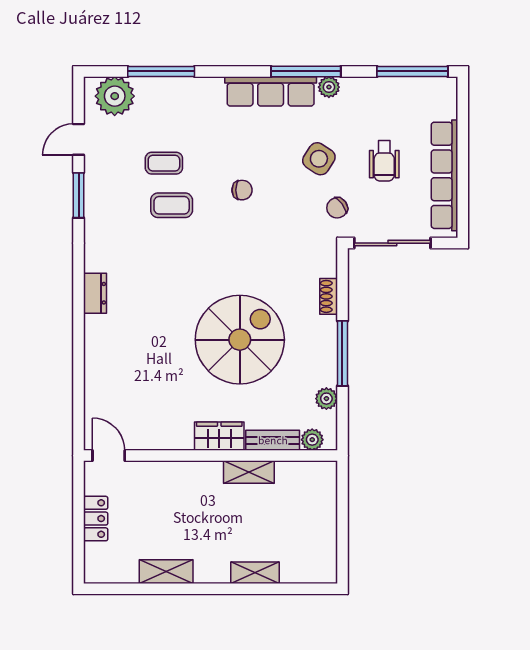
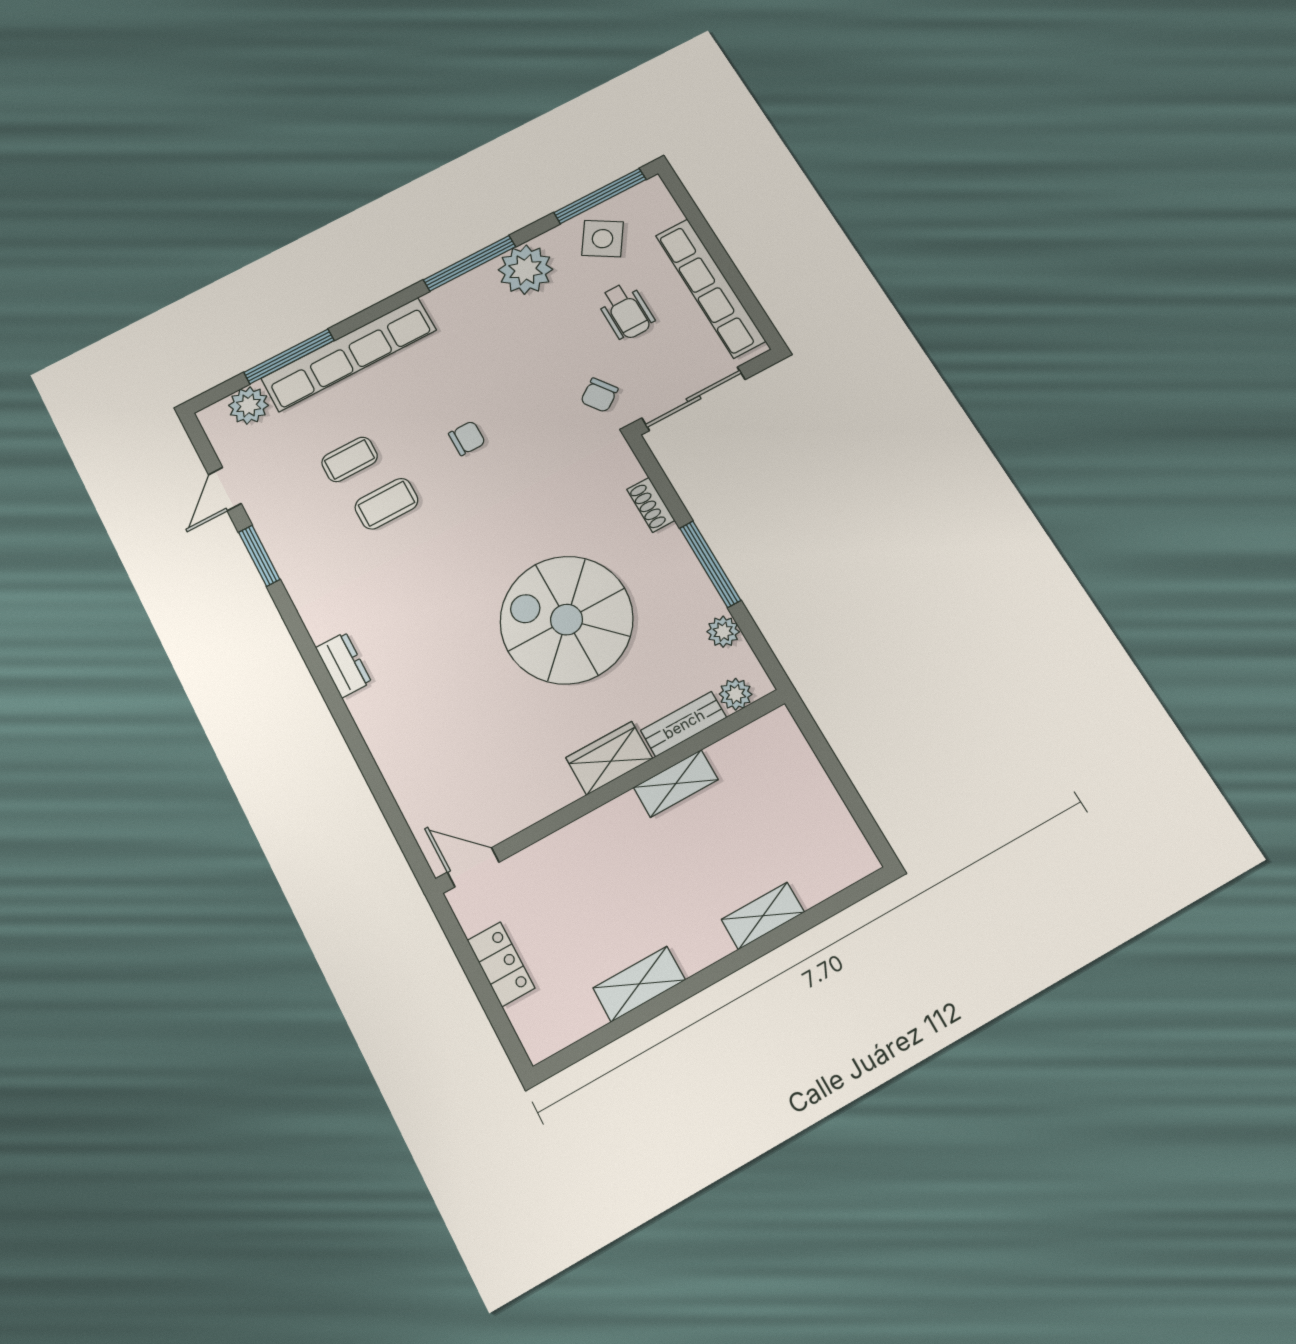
plant: (329, 87) -> (525, 270), width x1.88, depth x1.88
row of seats: (271, 91) -> (349, 354), moved, width x1.36
plant: (115, 96) -> (249, 405), width x0.73, depth x0.73
side table: (319, 159) -> (602, 239), moved
spiral stairs: (240, 340) -> (567, 620), turned -90

